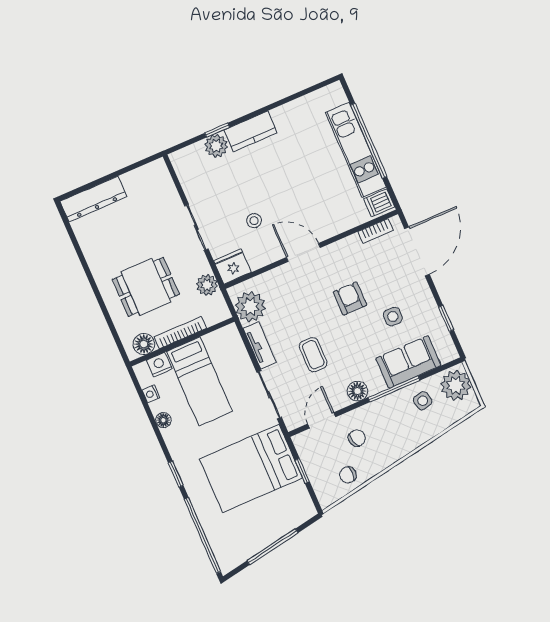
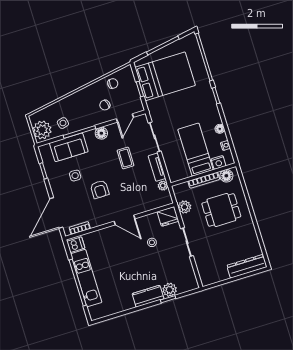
plant: (250, 307) -> (163, 186), width x0.53, depth x0.53
bed: (251, 468) -> (165, 76), moved

